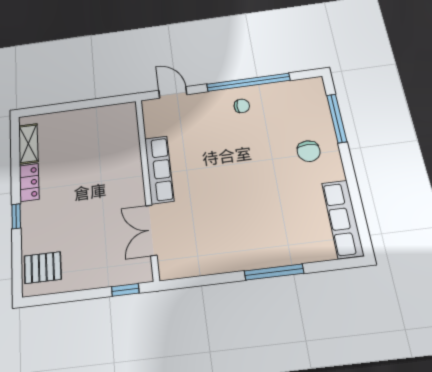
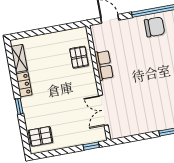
chair: (242, 106) -> (154, 27), width x1.87, depth x1.87
pallet: (120, 146) -> (79, 57), added
row of seats: (159, 170) -> (104, 65), width x0.68

